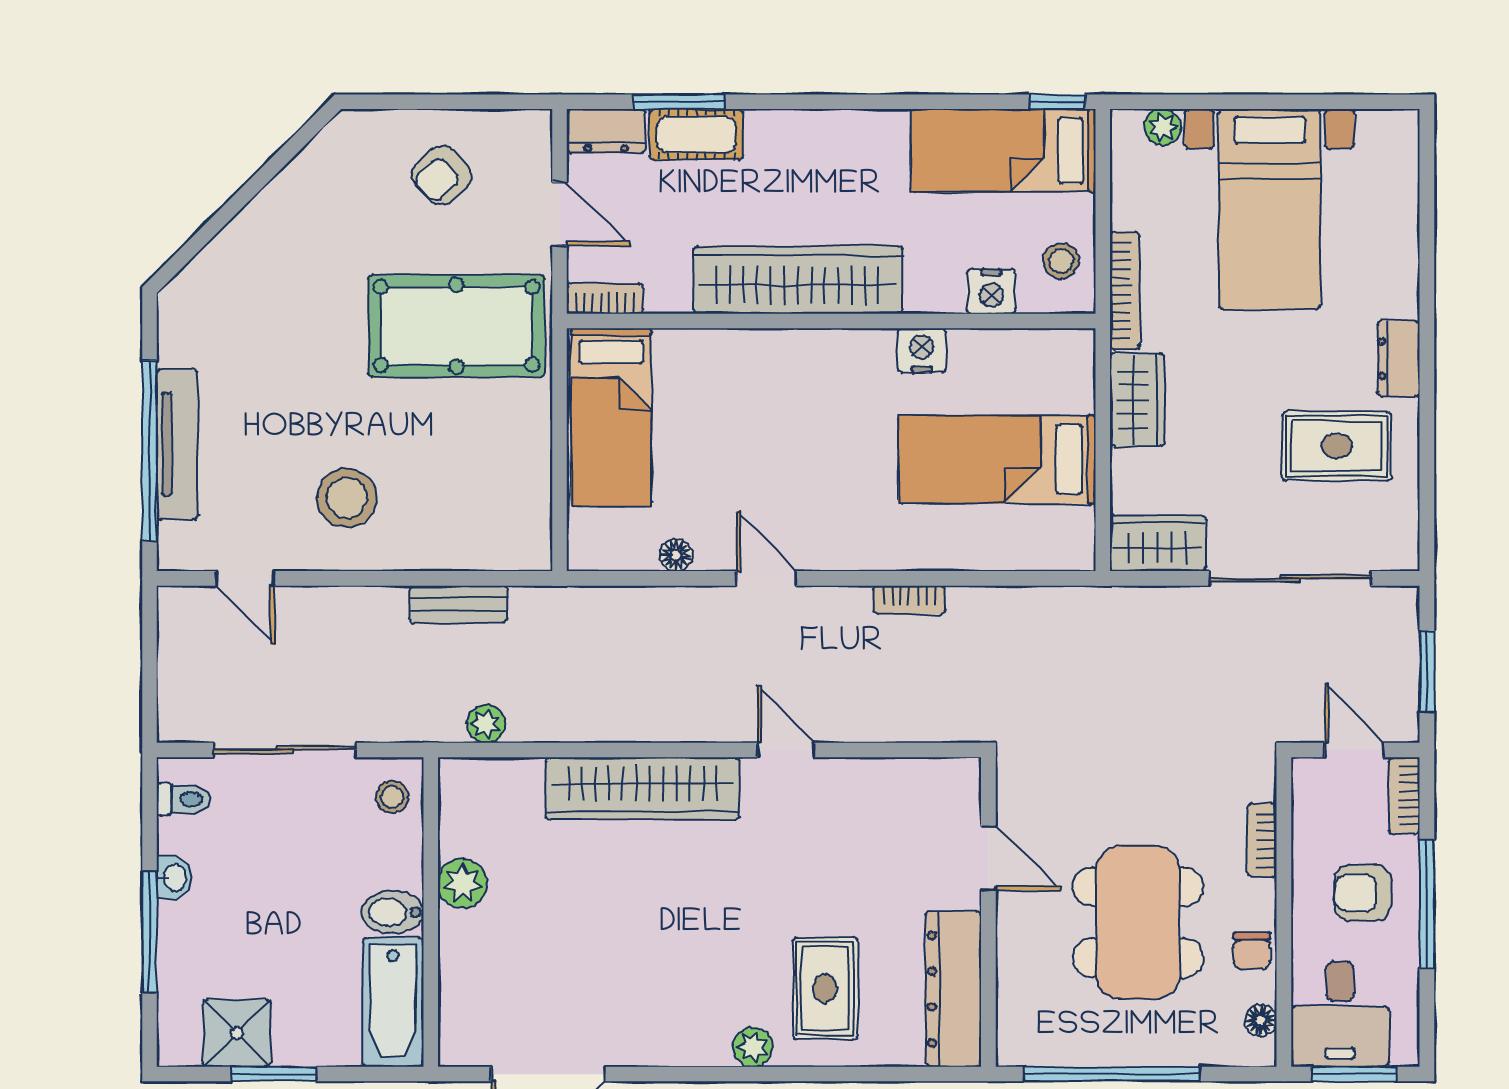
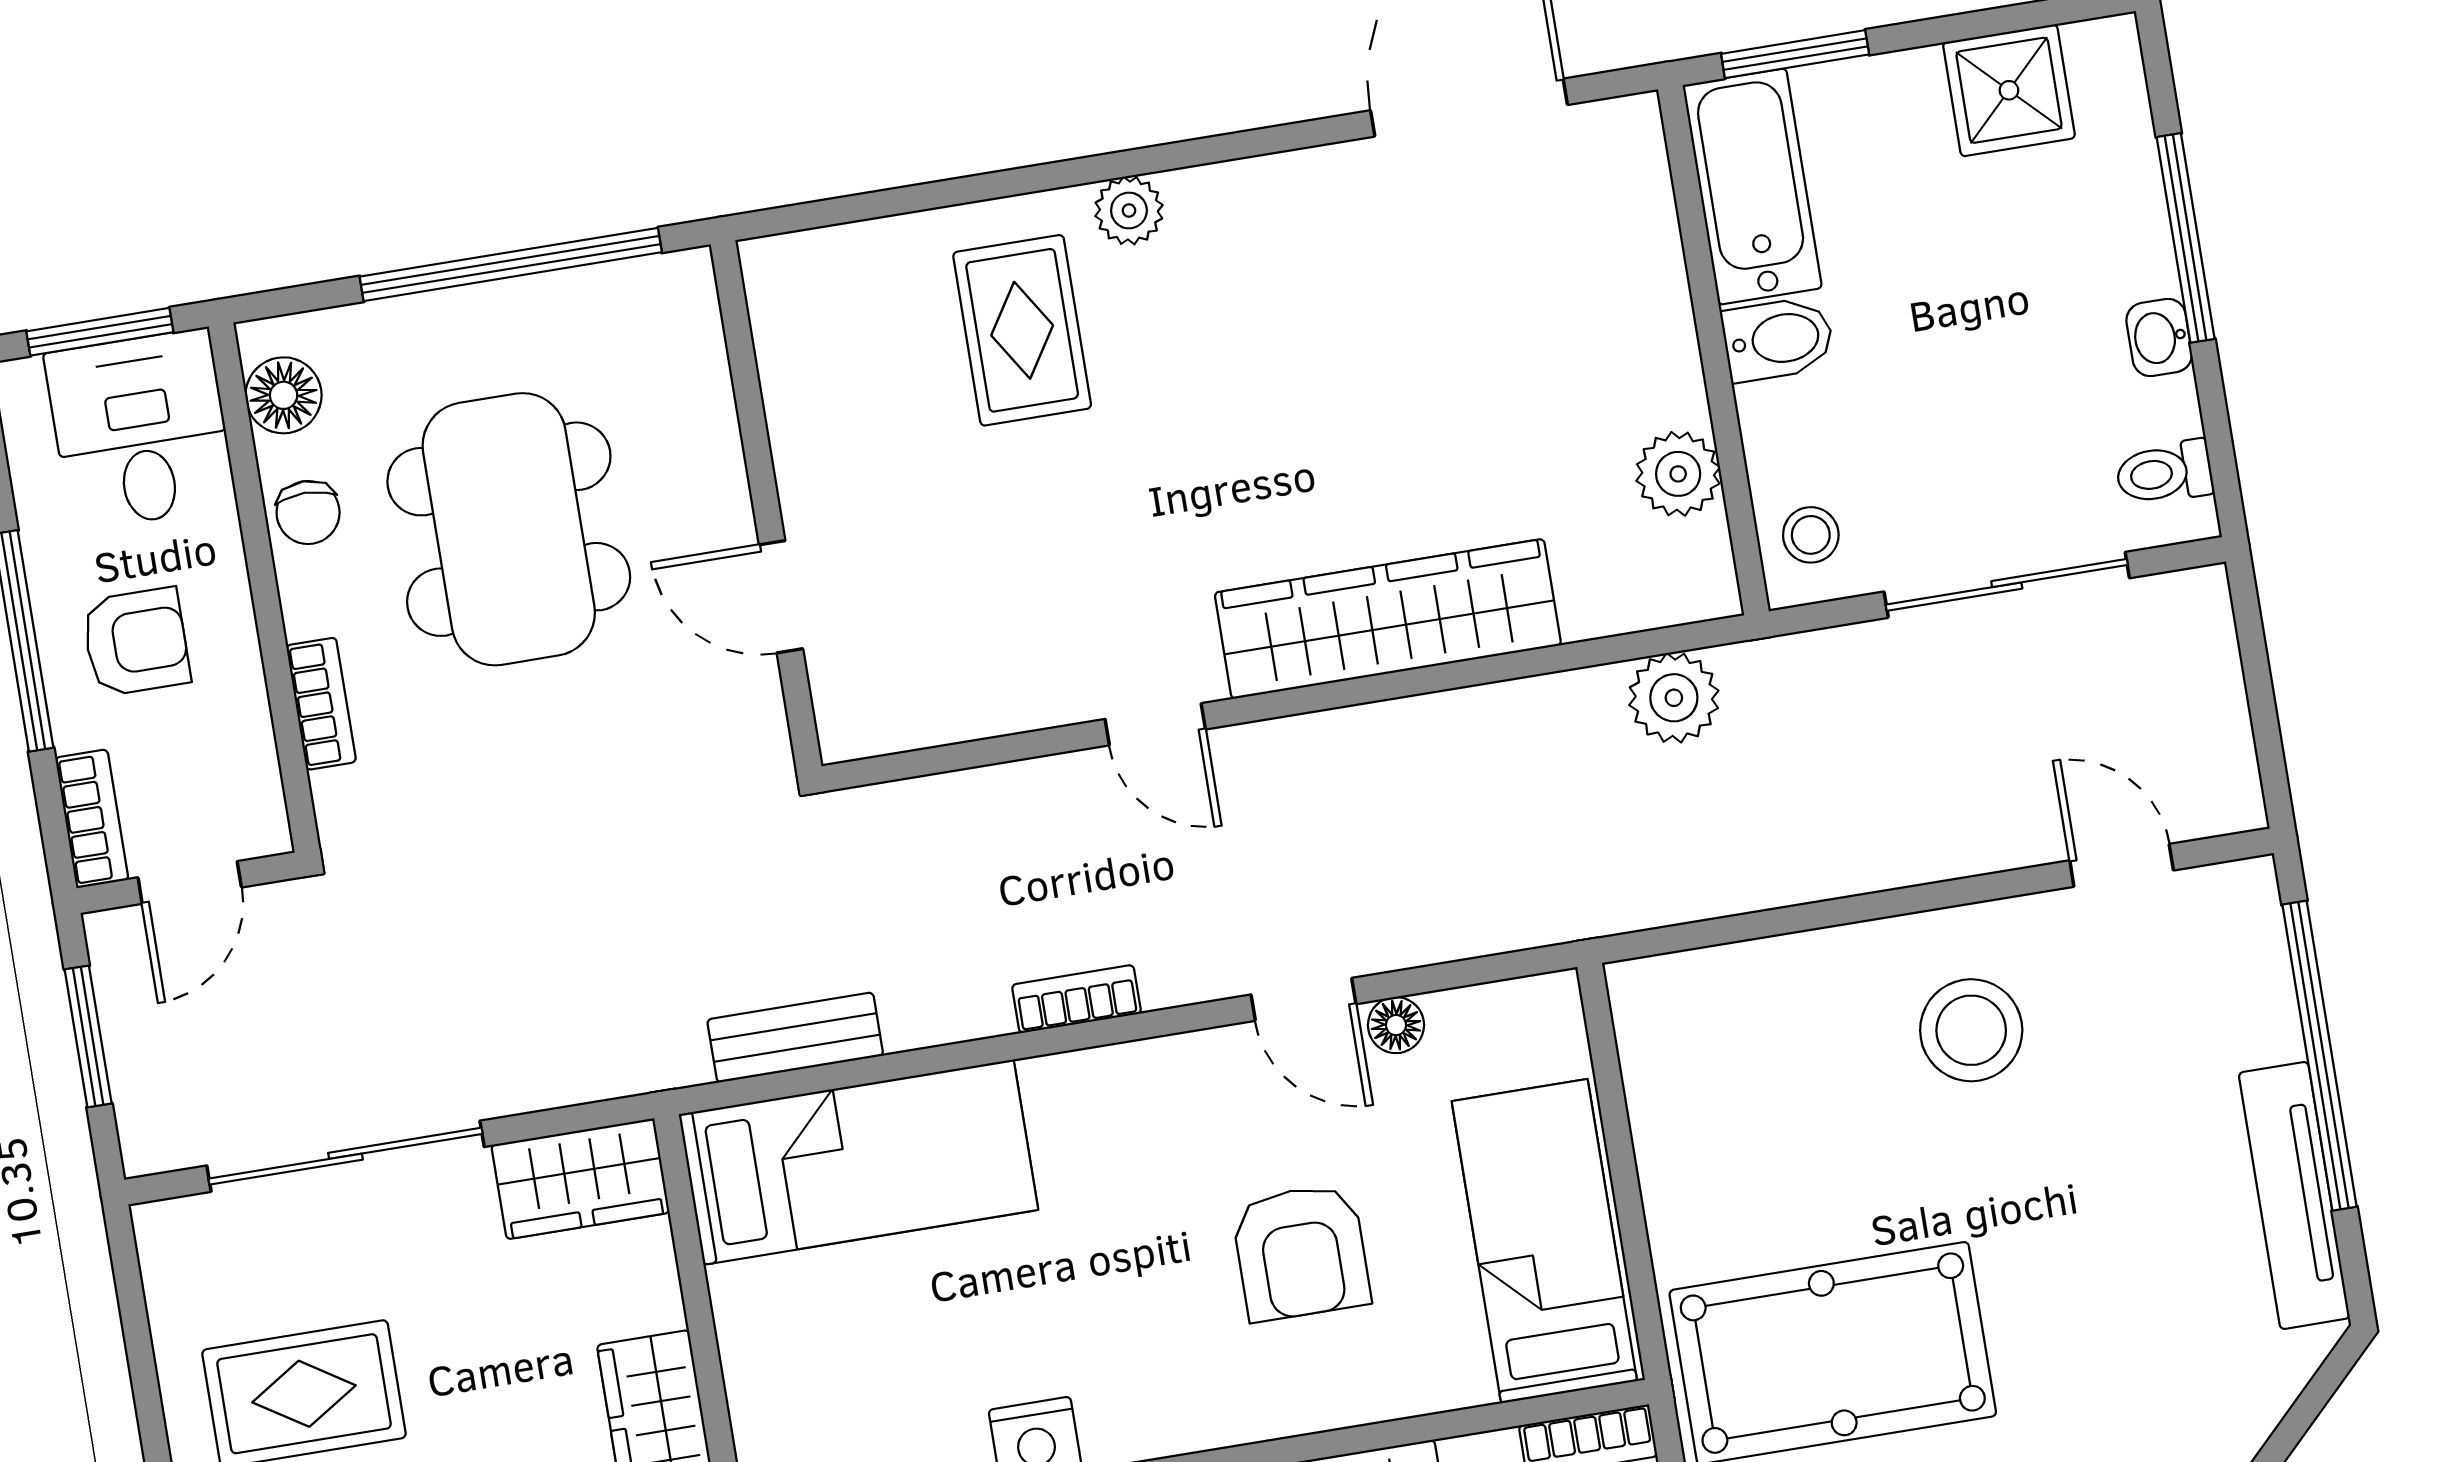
armchair: (752, 434) -> (1301, 1252), added
tv unit: (177, 444) -> (2294, 1195), moved
bed: (997, 459) -> (858, 1162), moved
door: (766, 578) -> (1303, 999), moved
bookcase: (909, 600) -> (1076, 999), moved
bench: (459, 604) -> (795, 1038), moved
plant: (486, 724) -> (1674, 698), width x1.38, depth x1.38
door: (1354, 750) -> (190, 882), hinge flipped
plant: (463, 883) -> (1678, 474), moved
chair: (1252, 951) -> (308, 513), turned 180
dresser: (953, 989) -> (804, 365), removed
floor lamp: (1261, 1020) -> (284, 395), width x1.37, depth x1.37
window: (274, 1074) -> (1795, 54), moved

